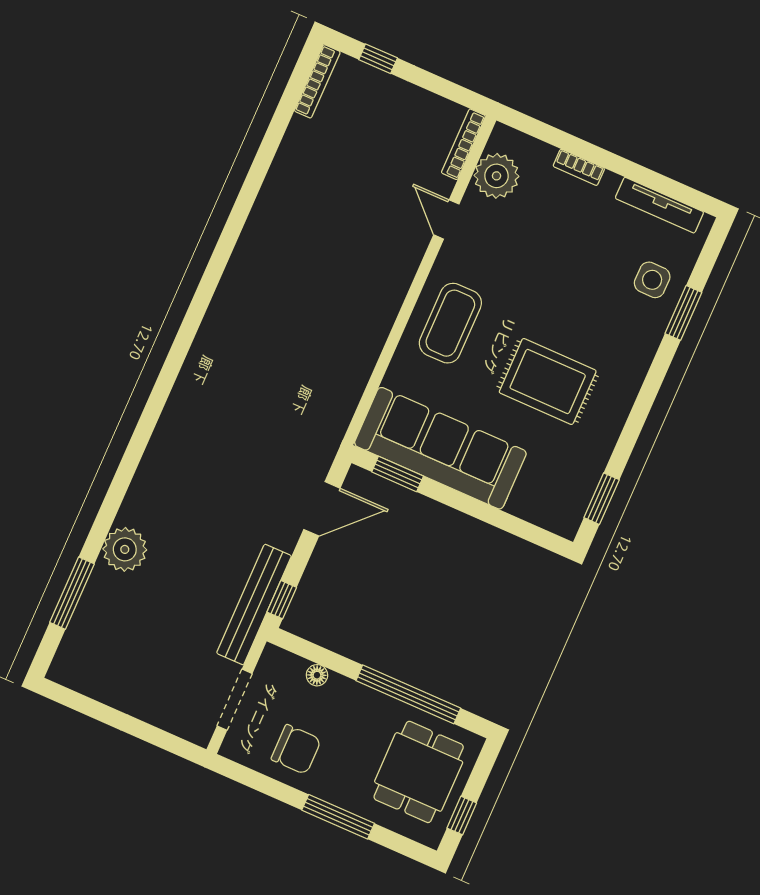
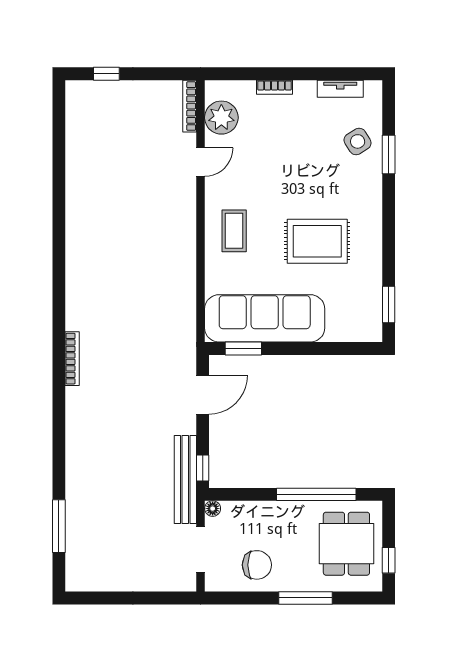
bookcase: (317, 81) -> (72, 359), moved
tv unit: (659, 205) -> (340, 89), width x0.71
door: (446, 219) -> (200, 162), swing flipped
side table: (652, 280) -> (358, 141), turned -32
coffee table: (450, 323) -> (234, 231), width x0.73, depth x0.76
plant: (125, 549) -> (82, 481), removed
floor lamp: (317, 675) -> (213, 509), moved

